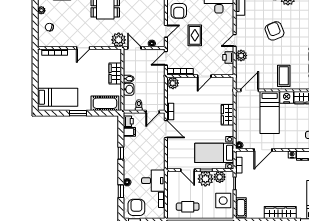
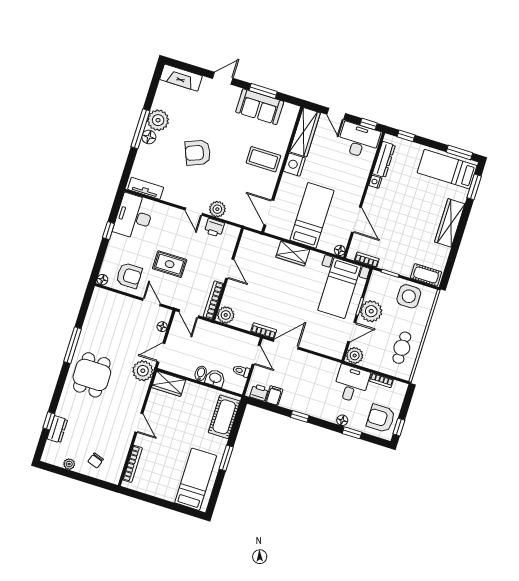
wardrobe: (115, 73) -> (169, 384), moved
bed: (270, 113) -> (312, 215), moved, turned -90
plant: (220, 177) -> (355, 356), moved

